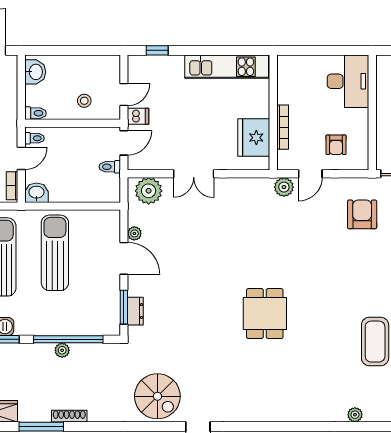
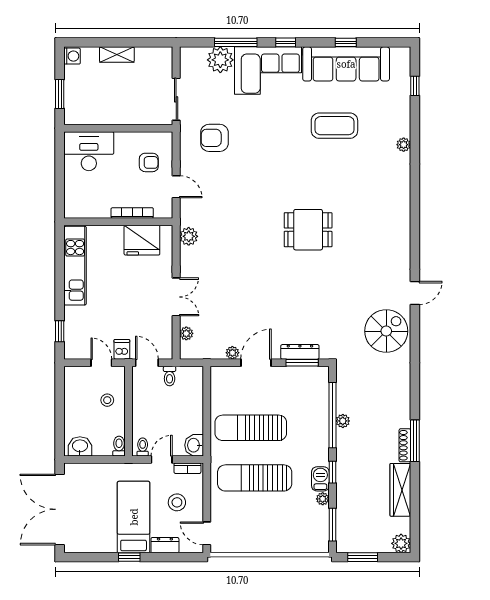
door: (21, 158) -> (162, 460), hinge flipped
plant: (284, 187) -> (189, 236), moved
plant: (149, 191) -> (186, 333), width x0.53, depth x0.53
dresser: (135, 311) -> (300, 352), width x1.44
shoe rack: (69, 416) -> (405, 445), moved

